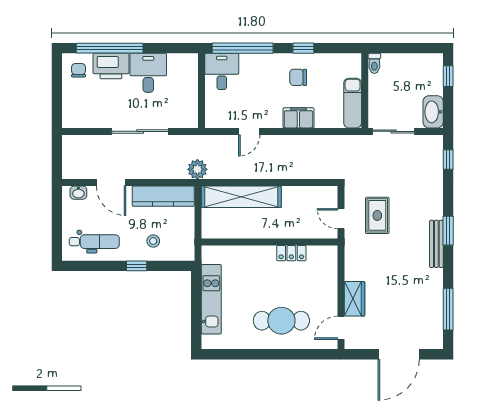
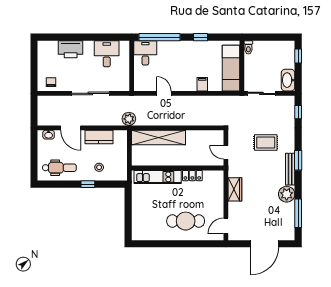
window: (110, 48) -> (70, 37), removed
chair: (79, 70) -> (51, 82), moved
desk: (148, 73) -> (107, 54), moved
chair: (298, 77) -> (197, 57), removed
exam couch: (353, 103) -> (231, 68), width x1.36, depth x1.45
filing cabinet: (298, 118) -> (202, 84), width x0.50
door: (249, 131) -> (164, 93), swing flipped
kitchen counter: (163, 196) -> (99, 137), width x0.67
rug: (377, 215) -> (266, 143), moved, turned 90
plant: (431, 281) -> (287, 194), added
kitchen unit: (211, 299) -> (158, 177), moved, turned 90
wardrobe: (354, 299) -> (235, 189), moved

